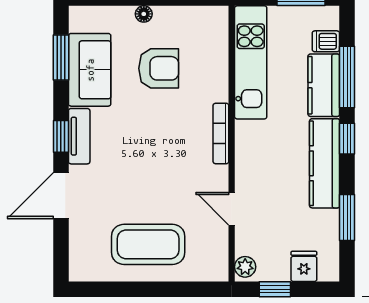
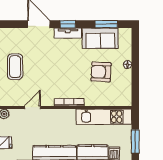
armchair: (159, 68) -> (101, 72), turned 93
coffee table: (148, 244) -> (15, 67), width x0.73, depth x0.76

